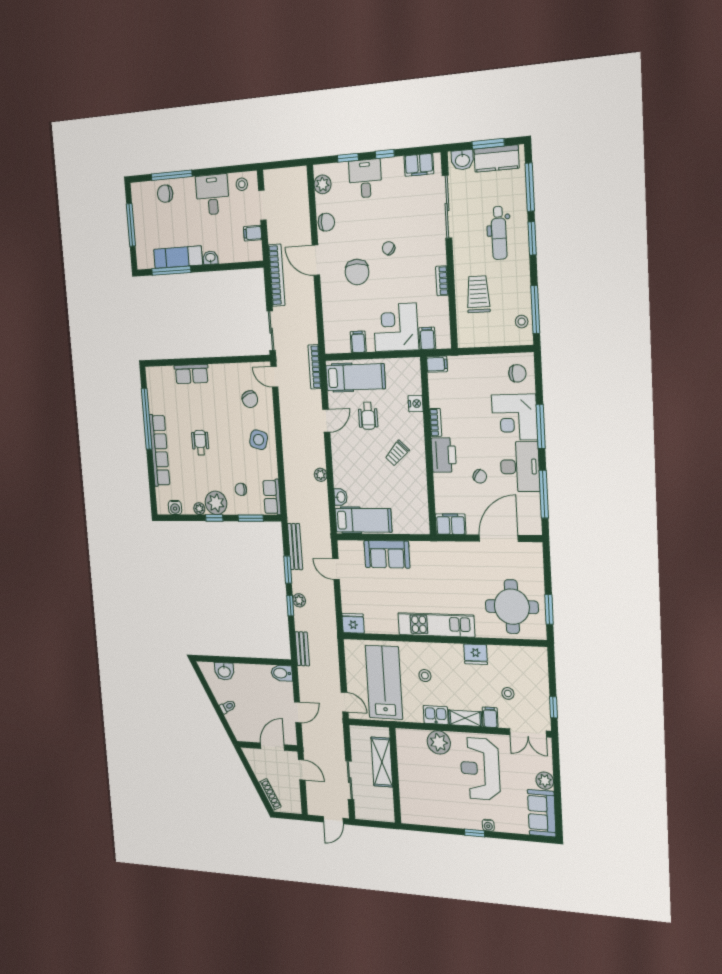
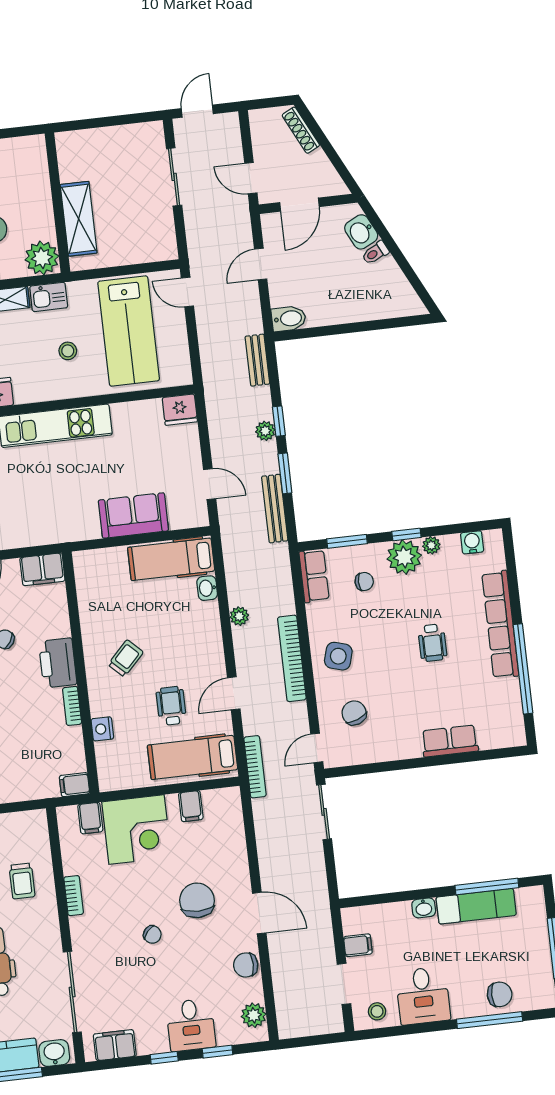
bookcase: (277, 275) -> (292, 658), moved
trolley: (478, 294) -> (22, 881), width x0.73, depth x0.72
door: (274, 377) -> (317, 748), swing flipped
washbasin: (224, 671) -> (361, 232), moved, turned -117
shelving: (382, 762) -> (79, 219), moved
wall: (395, 775) -> (57, 203), moved

